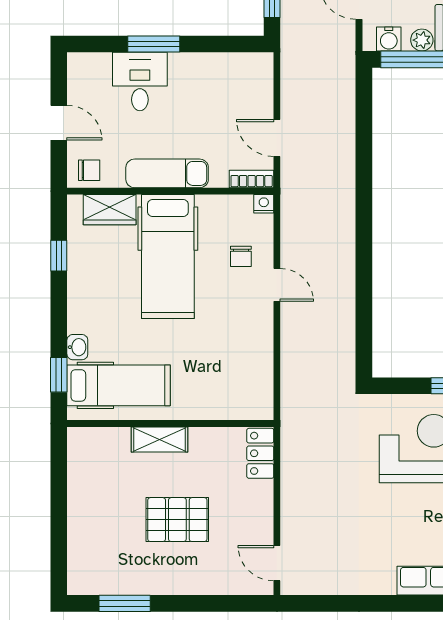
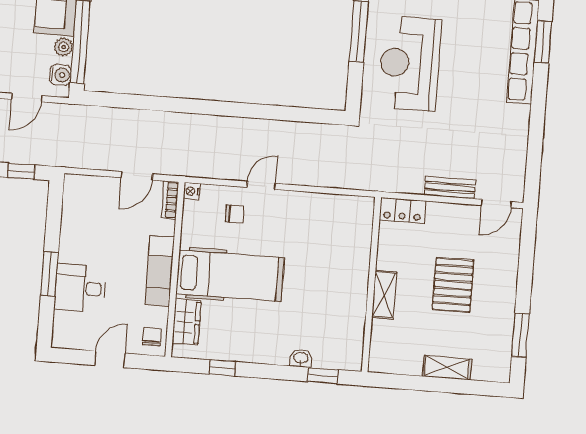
hospital bed: (119, 385) -> (336, 326), removed
bench: (291, 507) -> (450, 188), added
shelving: (79, 520) -> (447, 368), added

